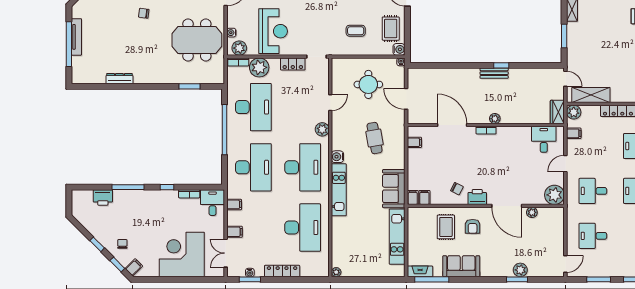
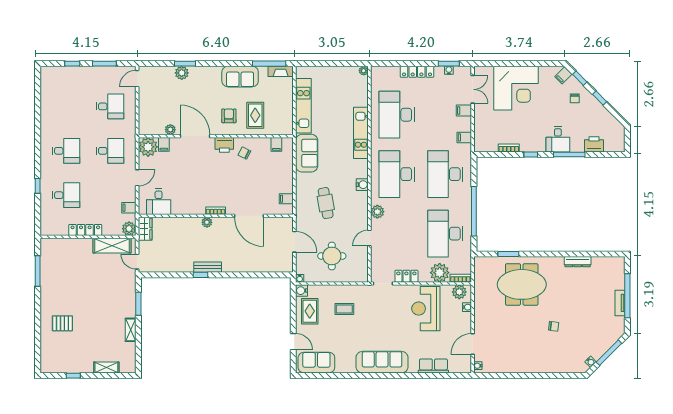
tv unit: (76, 37) -> (620, 303), width x0.71
meeting table: (197, 40) -> (522, 284), moved
kitchen unit: (339, 190) -> (361, 133), moved
filing cabinet: (413, 198) -> (164, 144), moved
desk: (213, 203) -> (558, 139), moved

